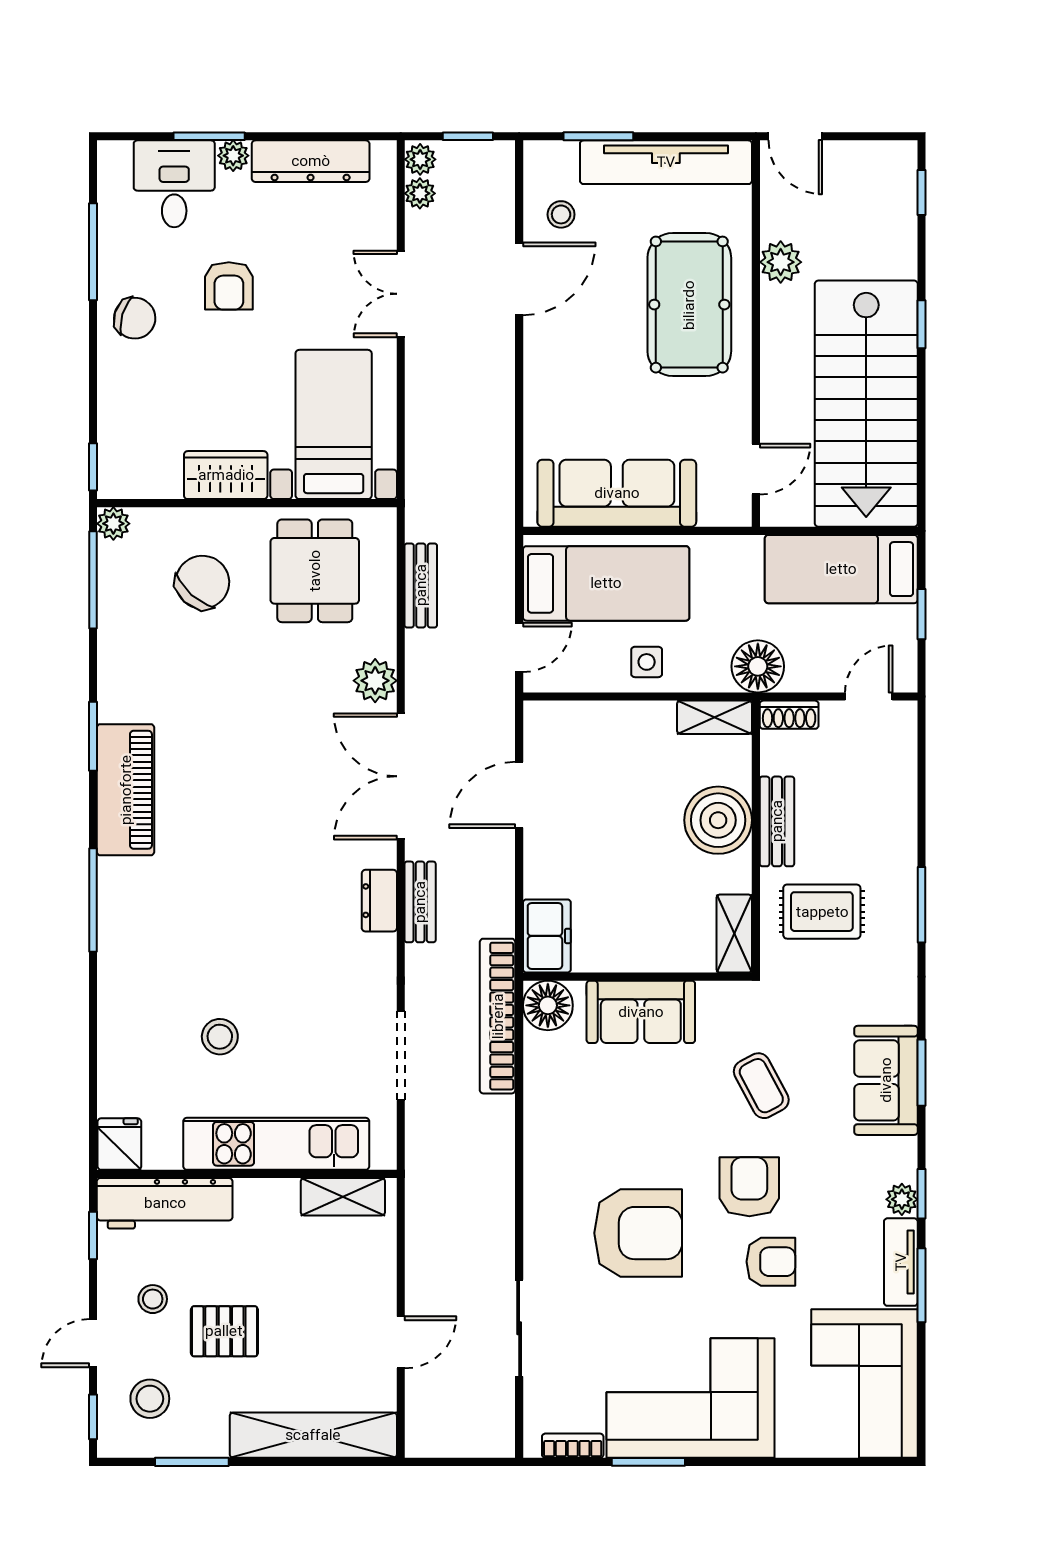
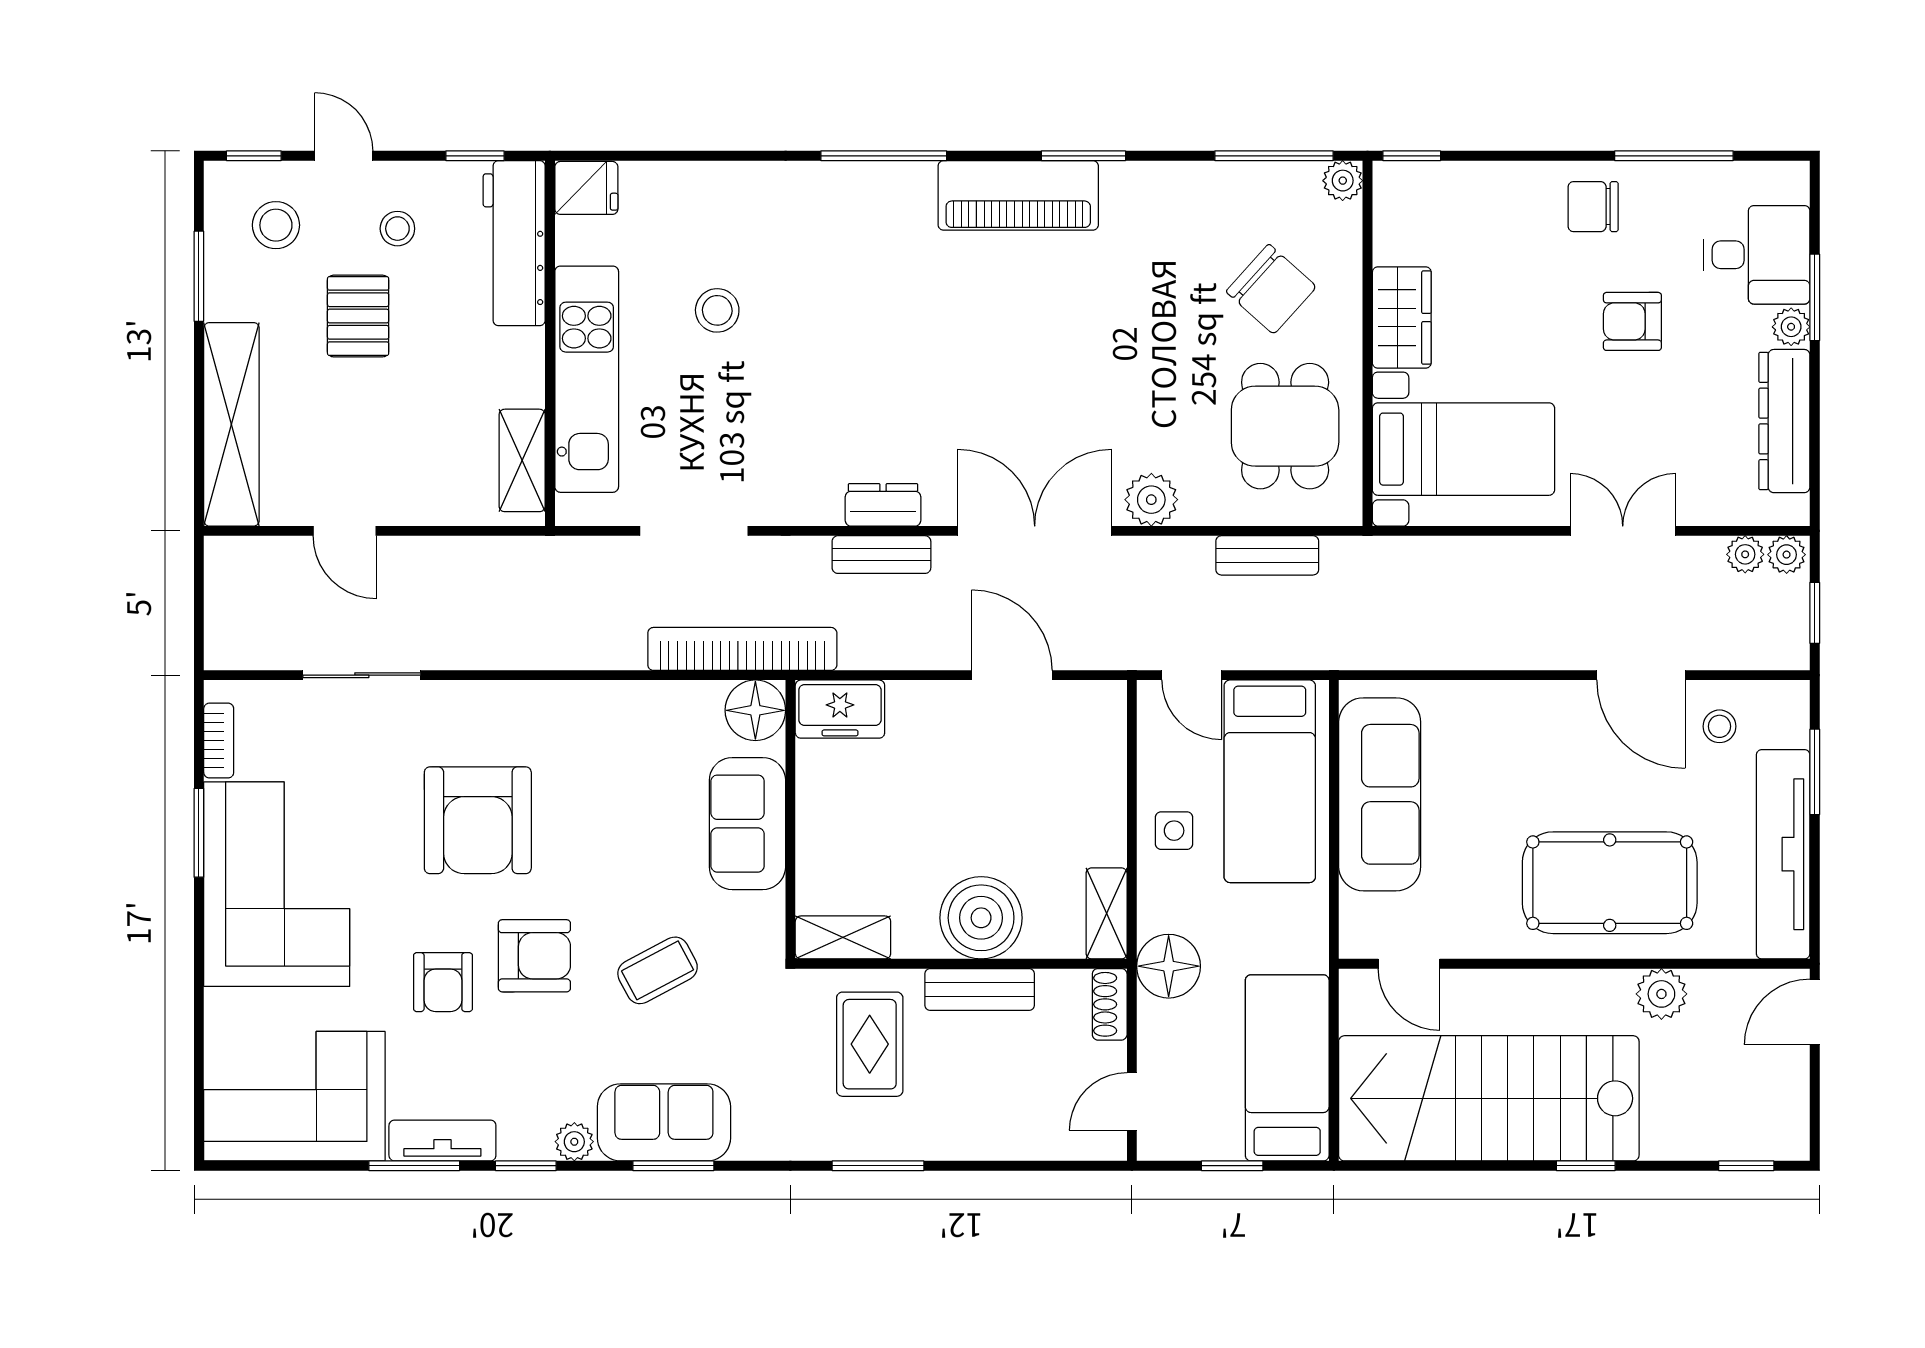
chair: (135, 318) -> (1593, 207), turned 73
dining table: (315, 571) -> (1285, 426), turned 90
door: (869, 697) -> (1132, 1101), swing flipped
plant: (902, 1199) -> (574, 1142), moved

